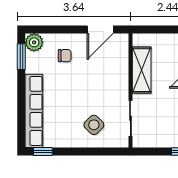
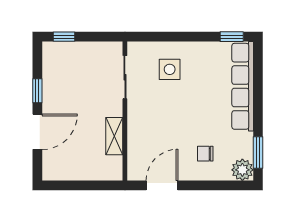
shelving: (142, 70) -> (114, 136), width x0.67, depth x0.75
side table: (94, 125) -> (170, 69), turned 45

